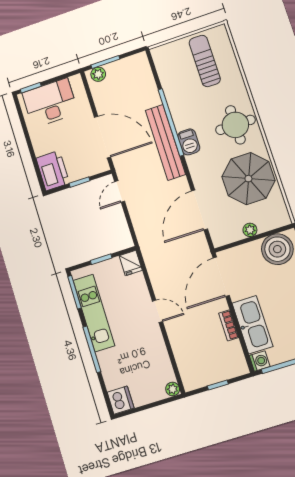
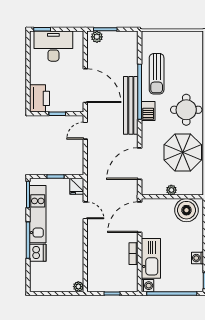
sun lounger: (205, 61) -> (157, 74), moved, turned 180
door: (157, 311) -> (85, 210), moved
dishwasher: (121, 400) -> (38, 253), moved

